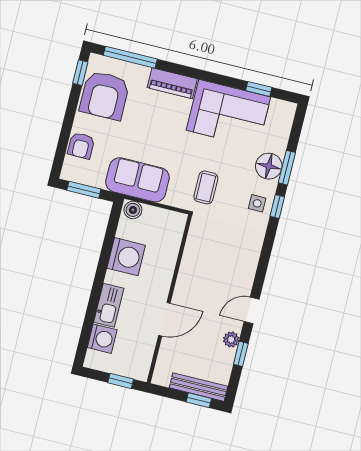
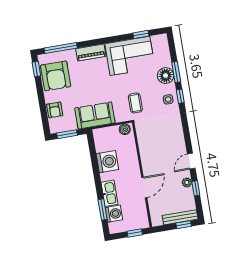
boiler: (133, 210) -> (125, 129), moved
window: (88, 325) -> (103, 210), added

